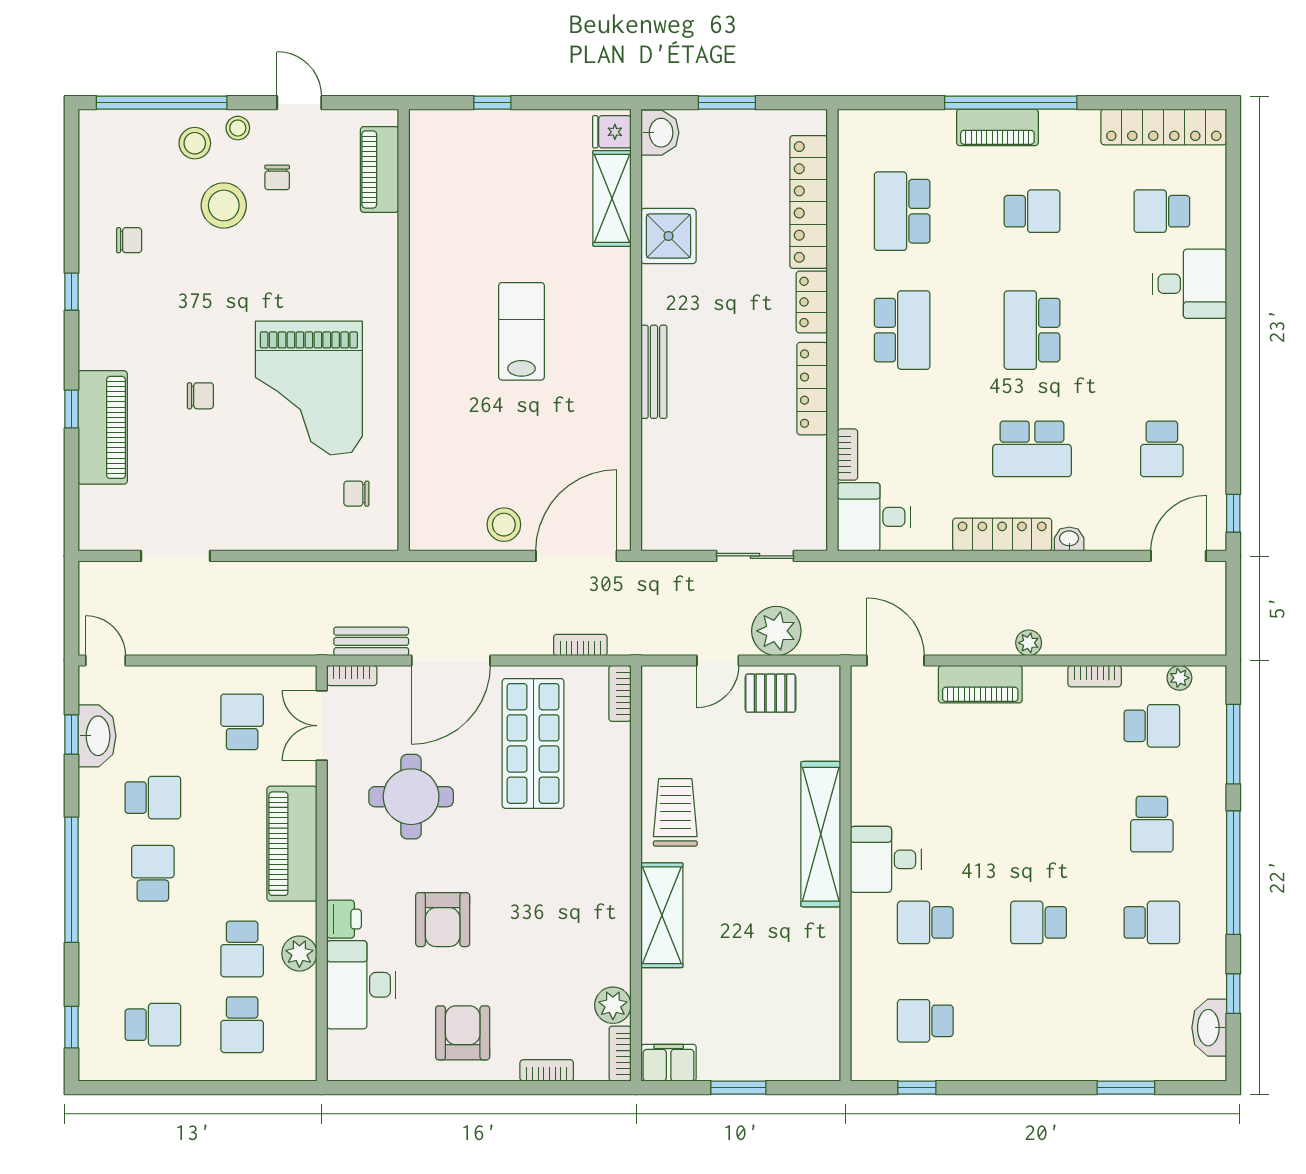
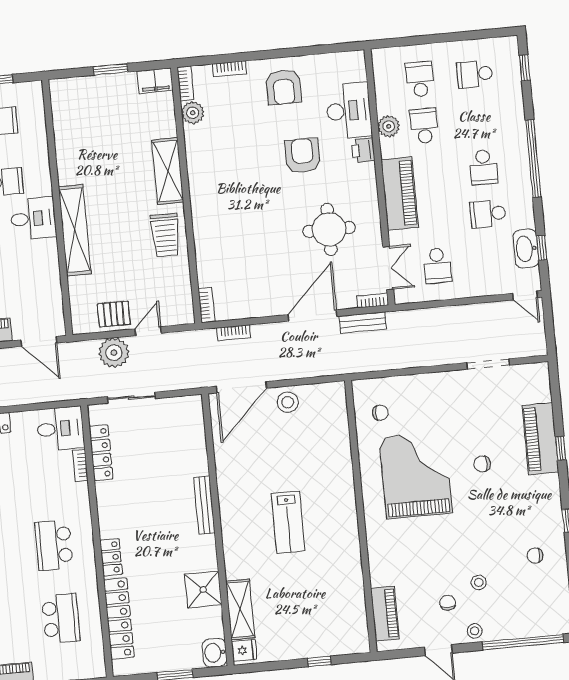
stool: (195, 143) -> (500, 619), removed
stool: (224, 205) -> (479, 582), width x0.53, depth x0.53
locker: (812, 389) -> (101, 453), moved
shop shelf: (533, 743) -> (257, 269), removed

